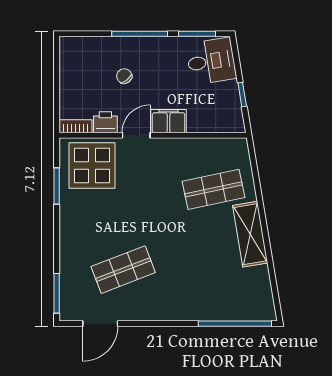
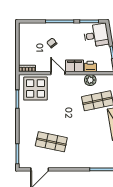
printer: (105, 122) -> (90, 66), moved
door: (136, 135) -> (58, 73), hinge flipped
plant: (199, 149) -> (90, 80), added
shop shelf: (123, 270) -> (51, 142), turned 33

